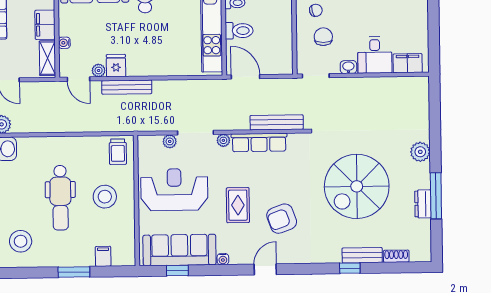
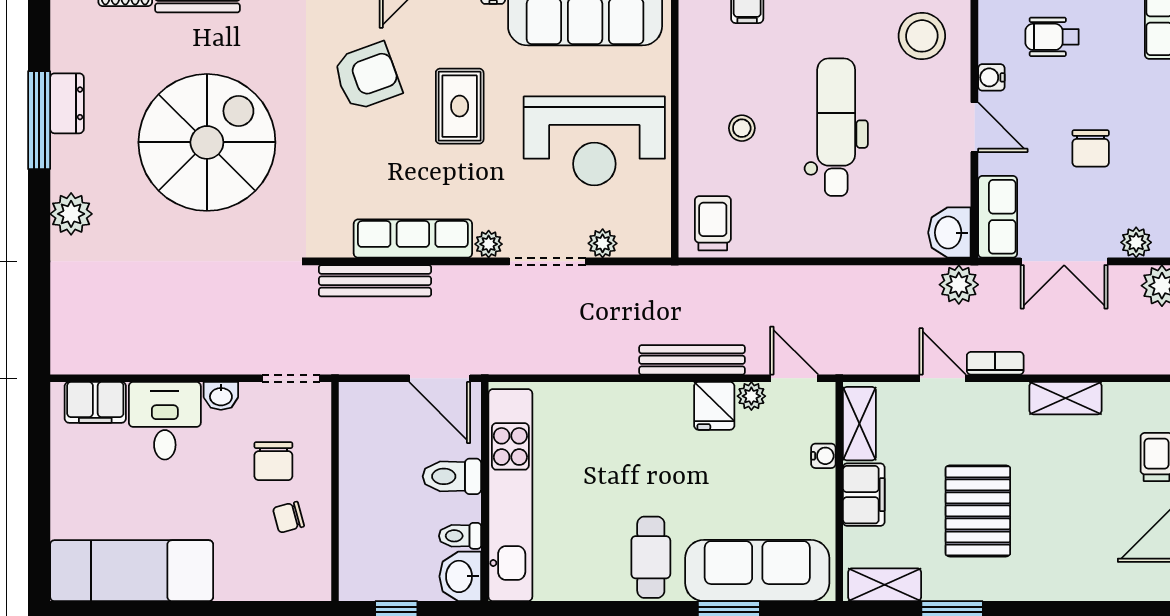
stool: (105, 197) -> (742, 128), width x0.53, depth x0.53

